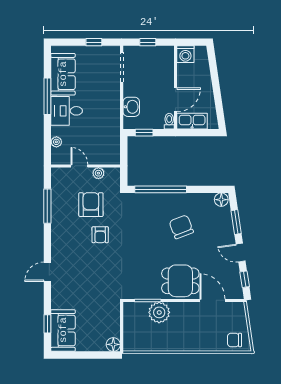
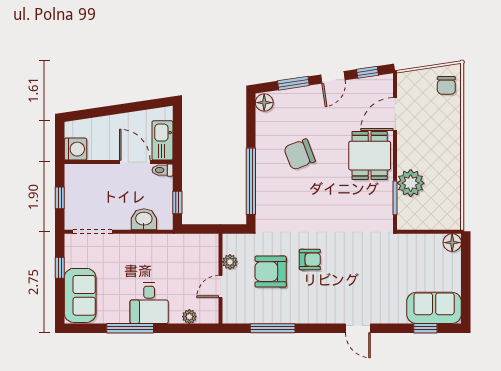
sofa: (63, 74) -> (80, 295), moved, turned 90

